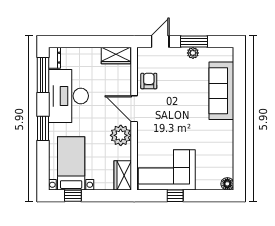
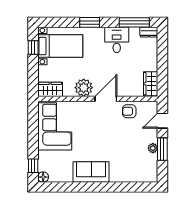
door: (160, 41) -> (162, 121), swing flipped
armchair: (149, 81) -> (129, 111), turned 180
sofa: (221, 91) -> (91, 172), moved, width x0.73
desk: (68, 96) -> (117, 40), width x0.53, depth x0.77
window: (175, 196) -> (33, 166), moved

